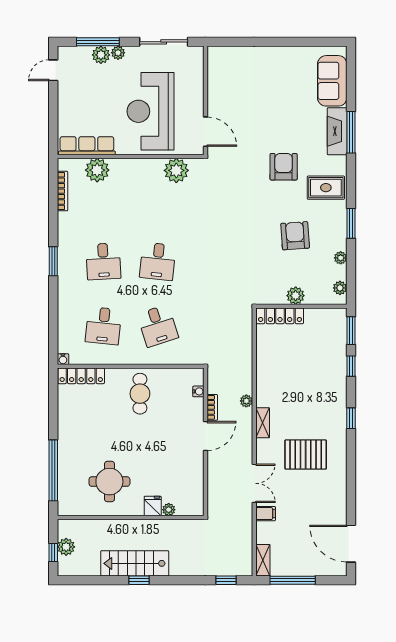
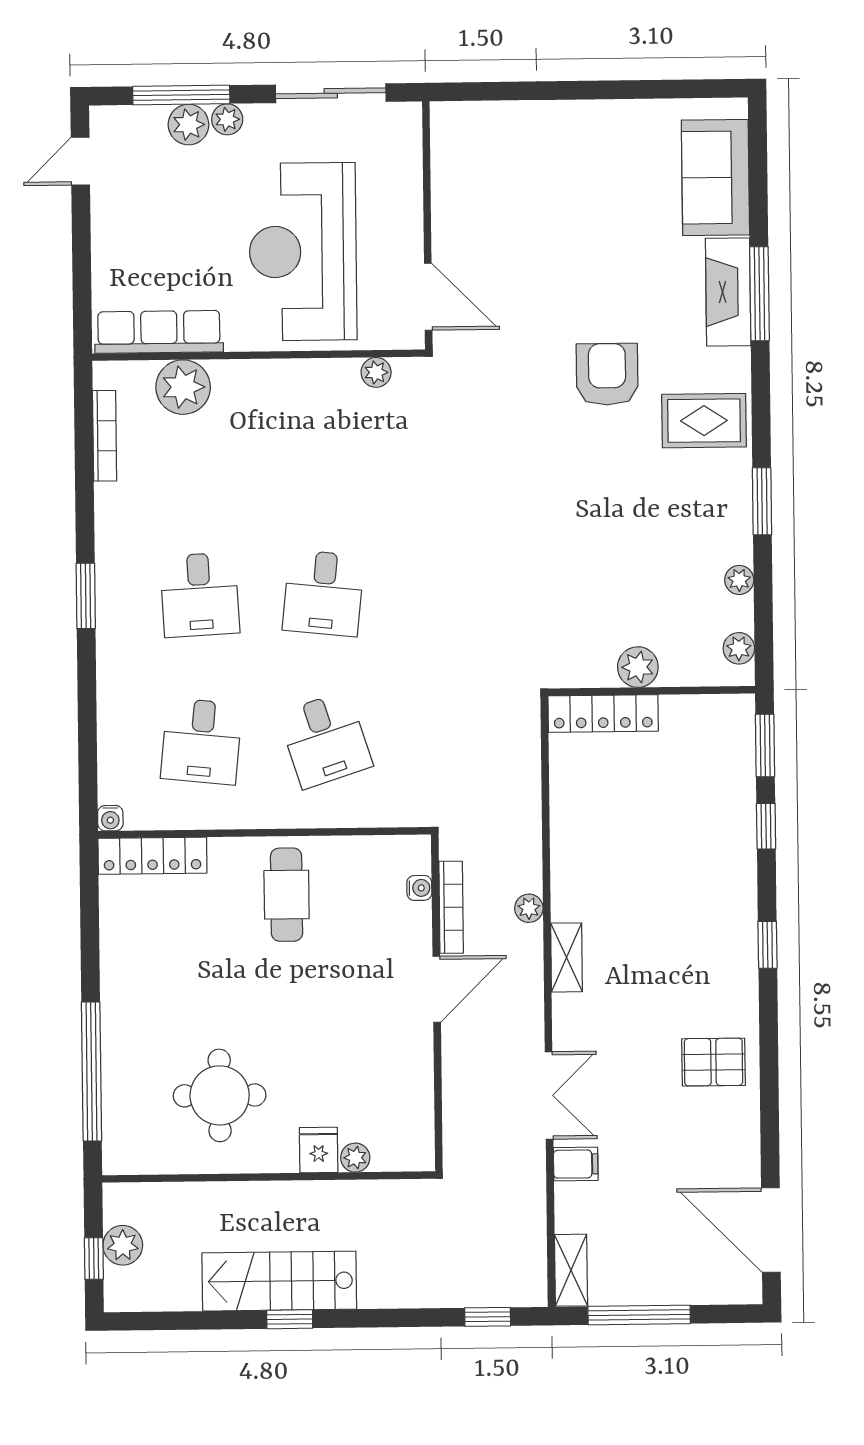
plant: (176, 170) -> (376, 372), width x0.53, depth x0.53
armchair: (295, 236) -> (635, 531), removed
bookcase: (212, 407) -> (451, 907), width x1.56
pallet: (306, 455) -> (713, 1062), moved, width x0.67, depth x0.71

